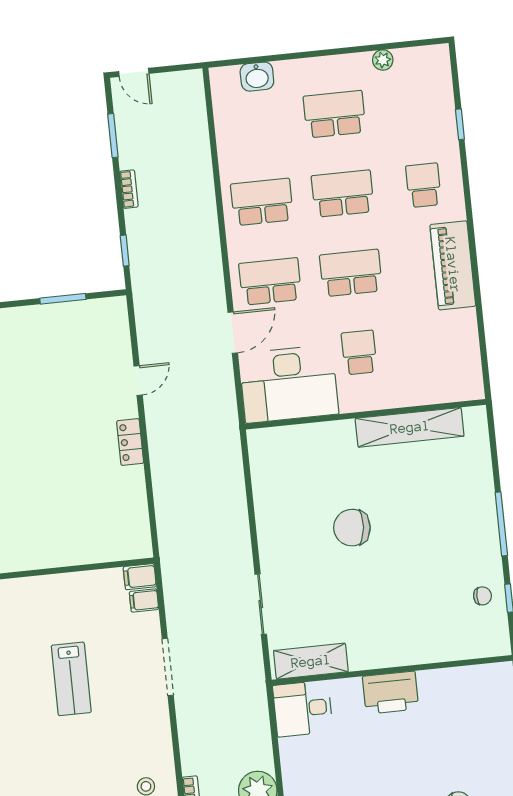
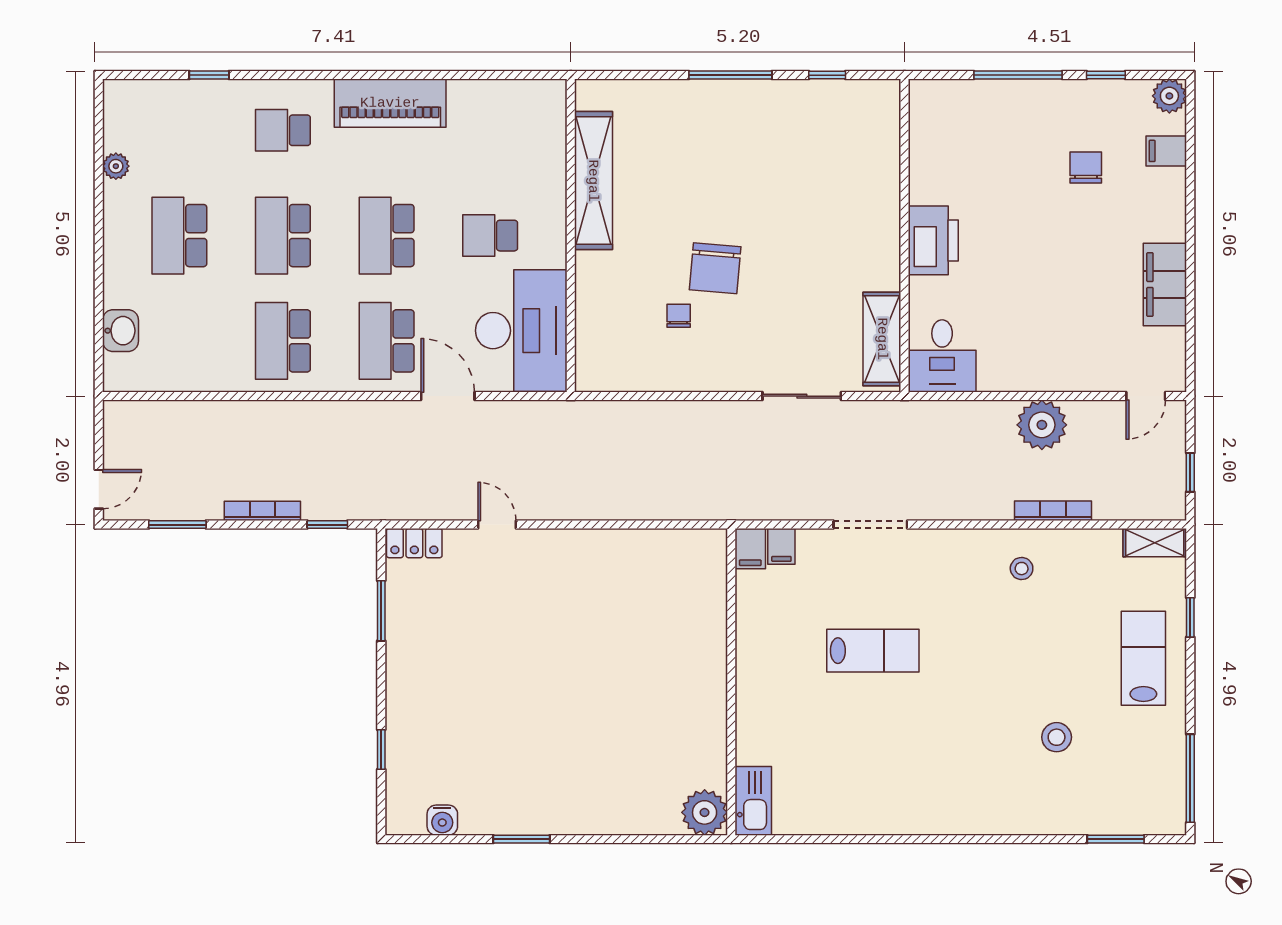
bookcase: (129, 189) -> (262, 511), width x1.56
locker: (130, 442) -> (414, 543), moved
chair: (482, 596) -> (679, 316), moved

